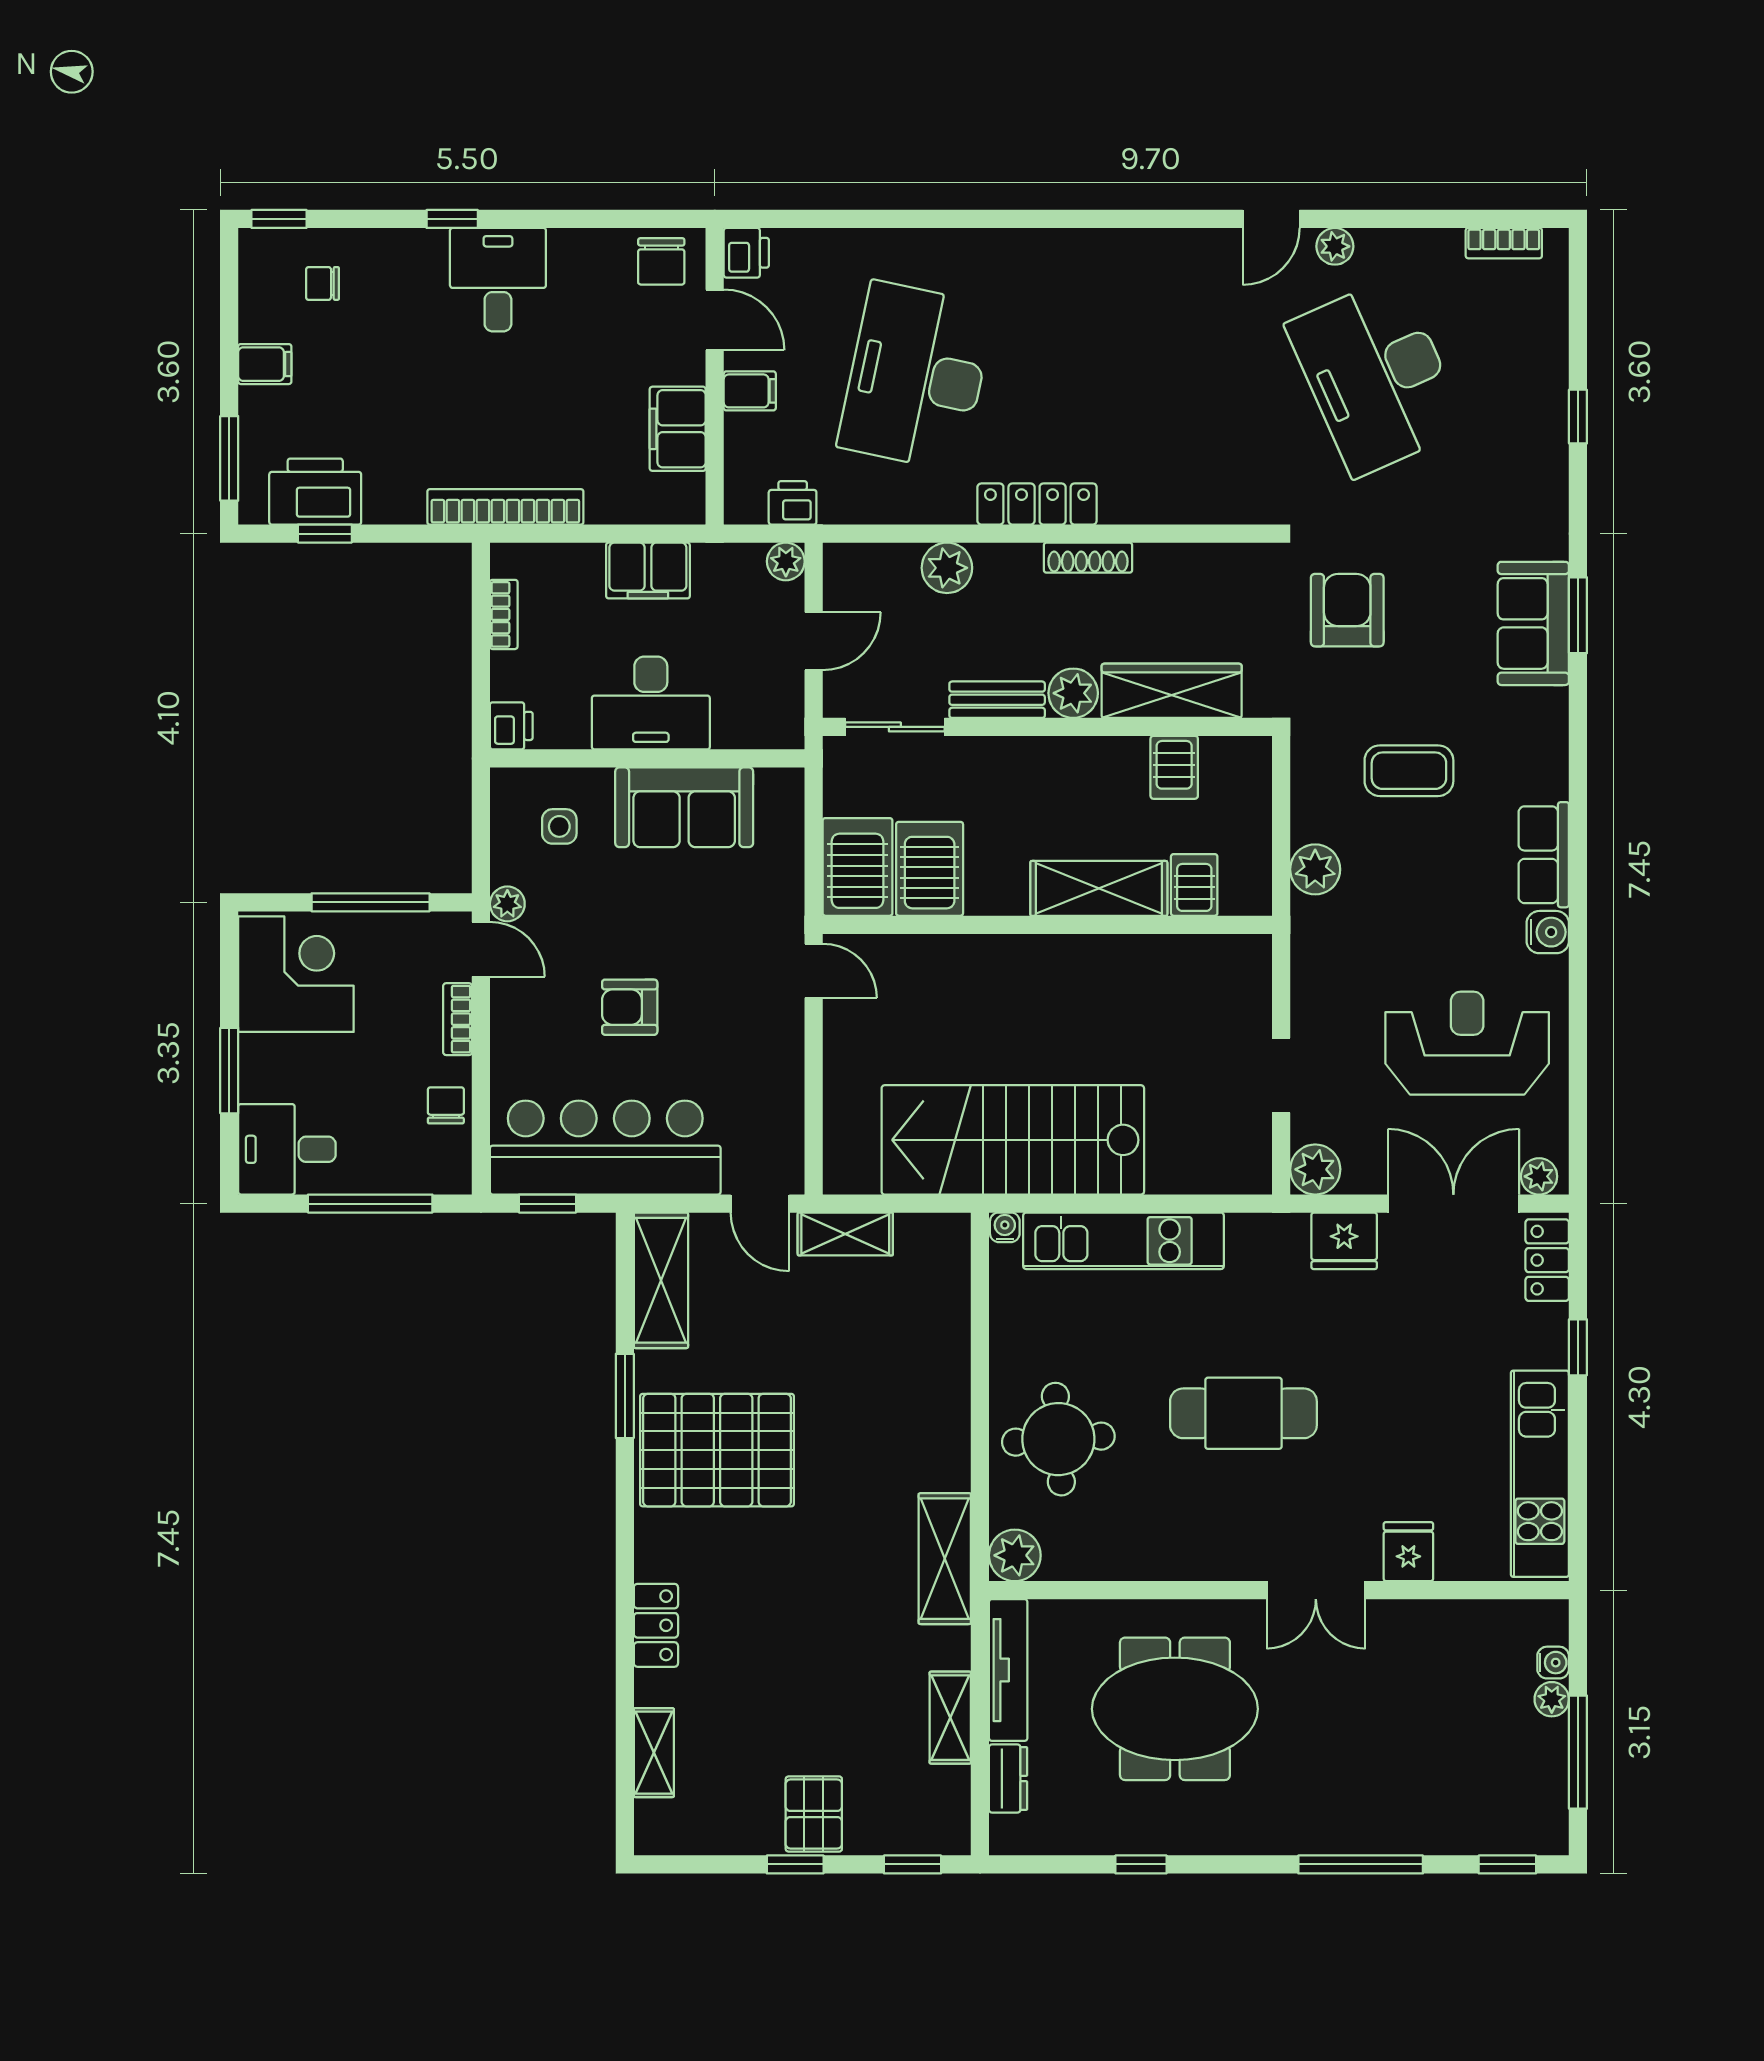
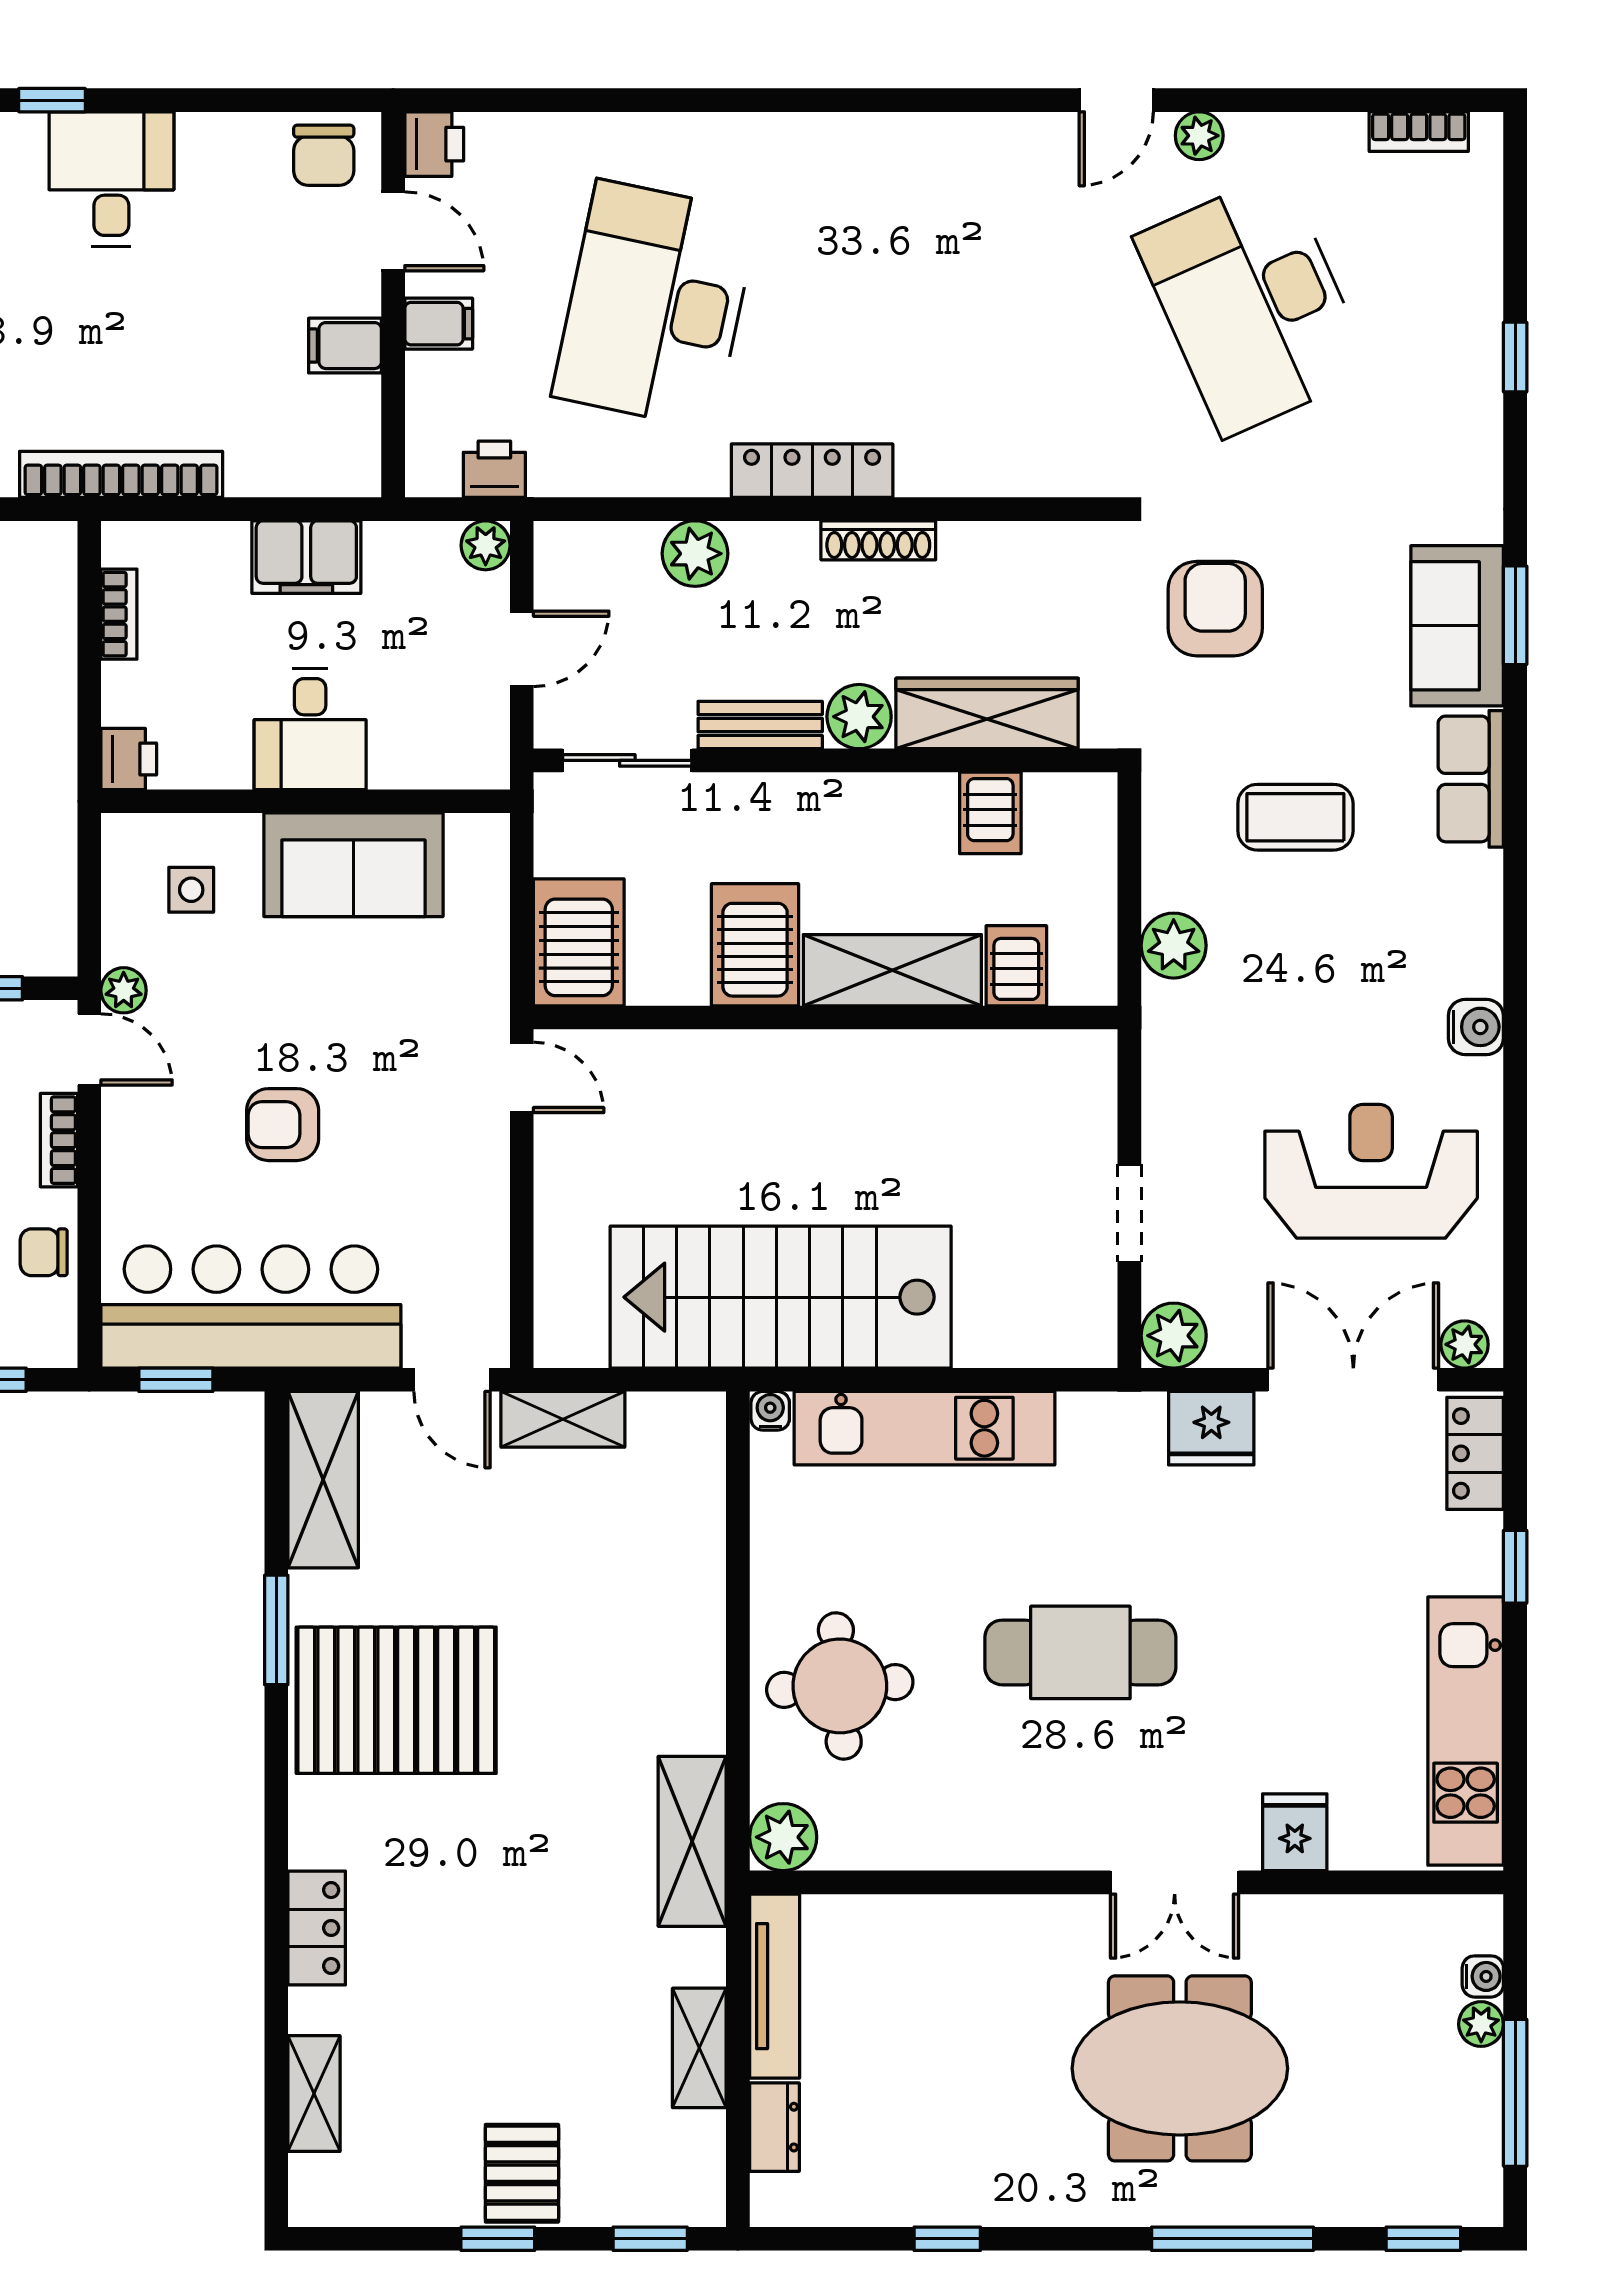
filing cabinet: (678, 429) -> (345, 346), width x0.50
desk: (651, 703) -> (310, 729), width x0.73
row of seats: (1544, 855) -> (1471, 779), moved
server rack: (930, 869) -> (755, 945), moved
chair: (446, 1105) -> (44, 1252), turned -90
meeting table: (1175, 1709) -> (1180, 2068), moved

